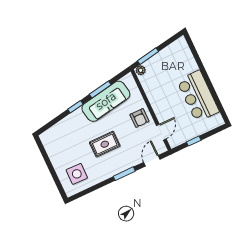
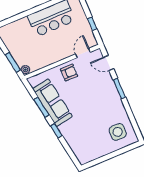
door: (161, 132) -> (83, 53), hinge flipped
rug: (105, 144) -> (92, 105), removed

